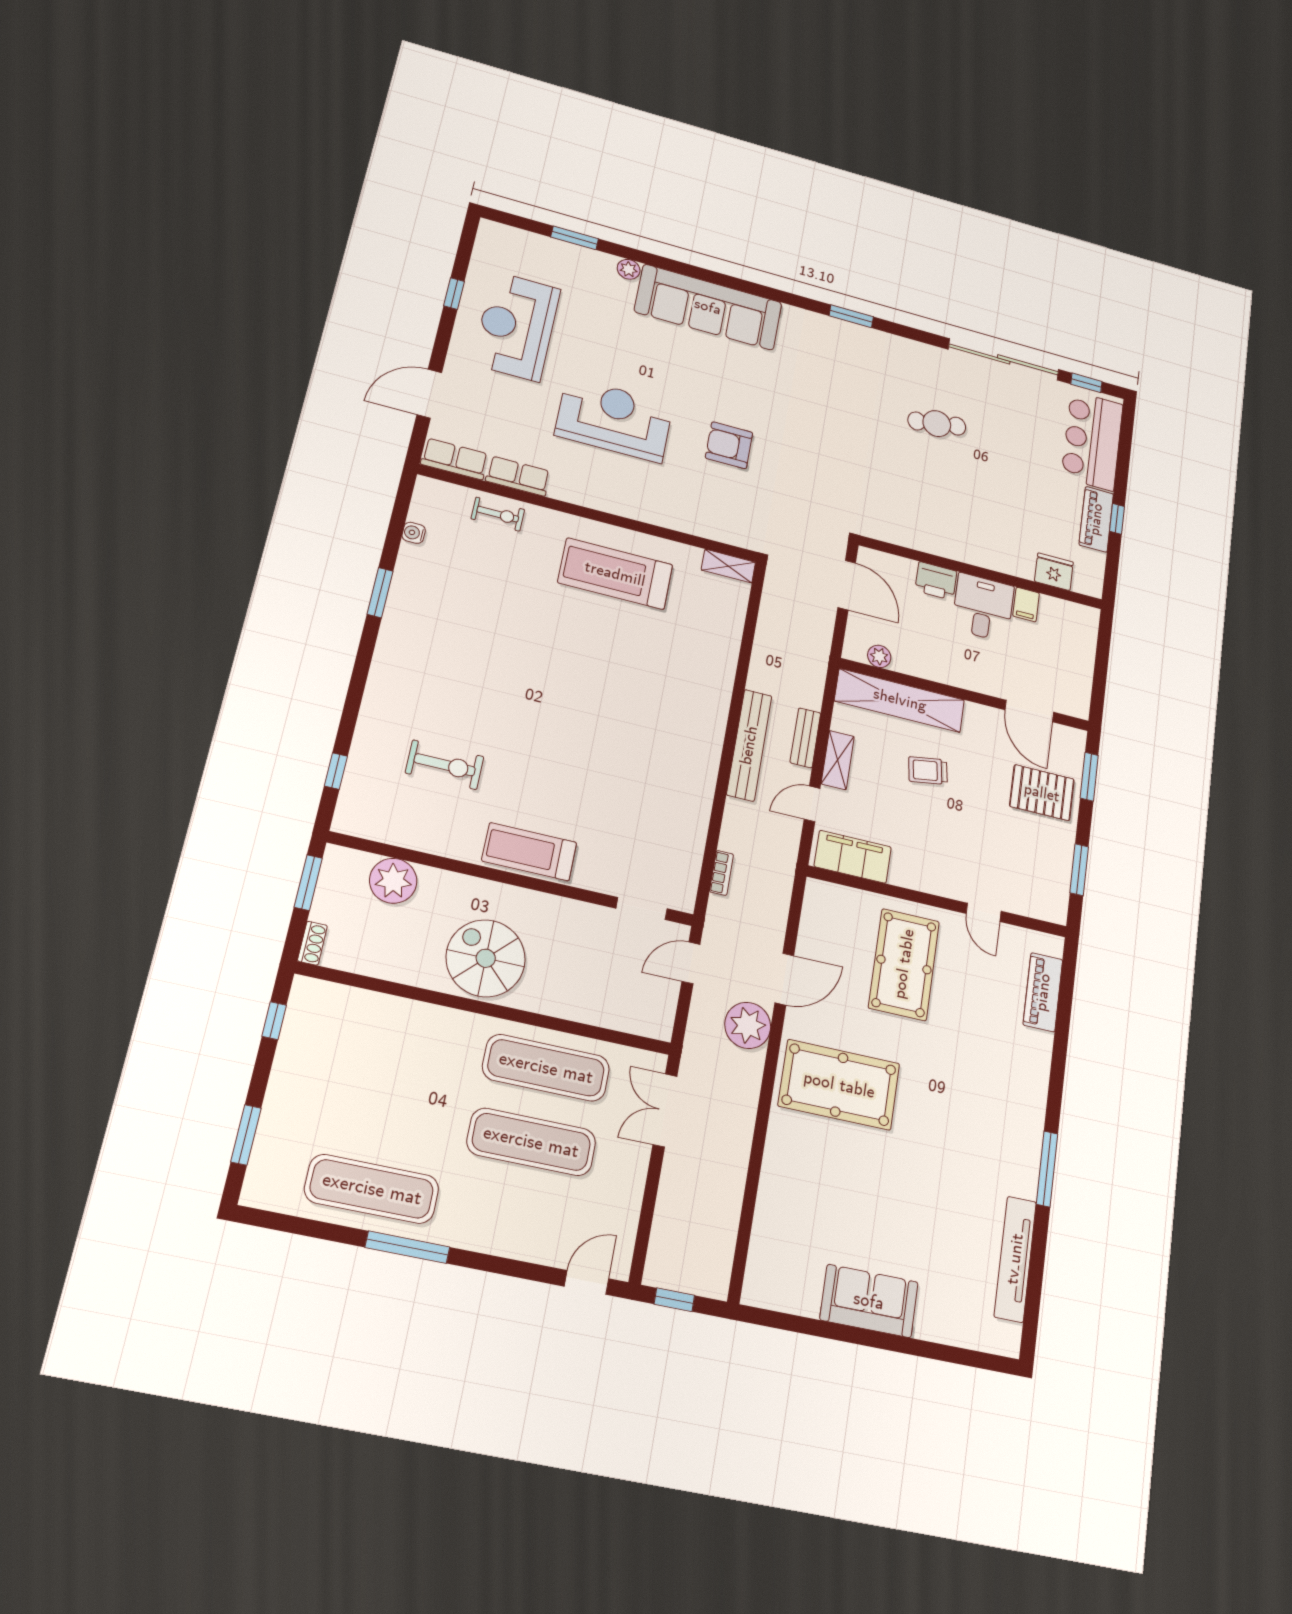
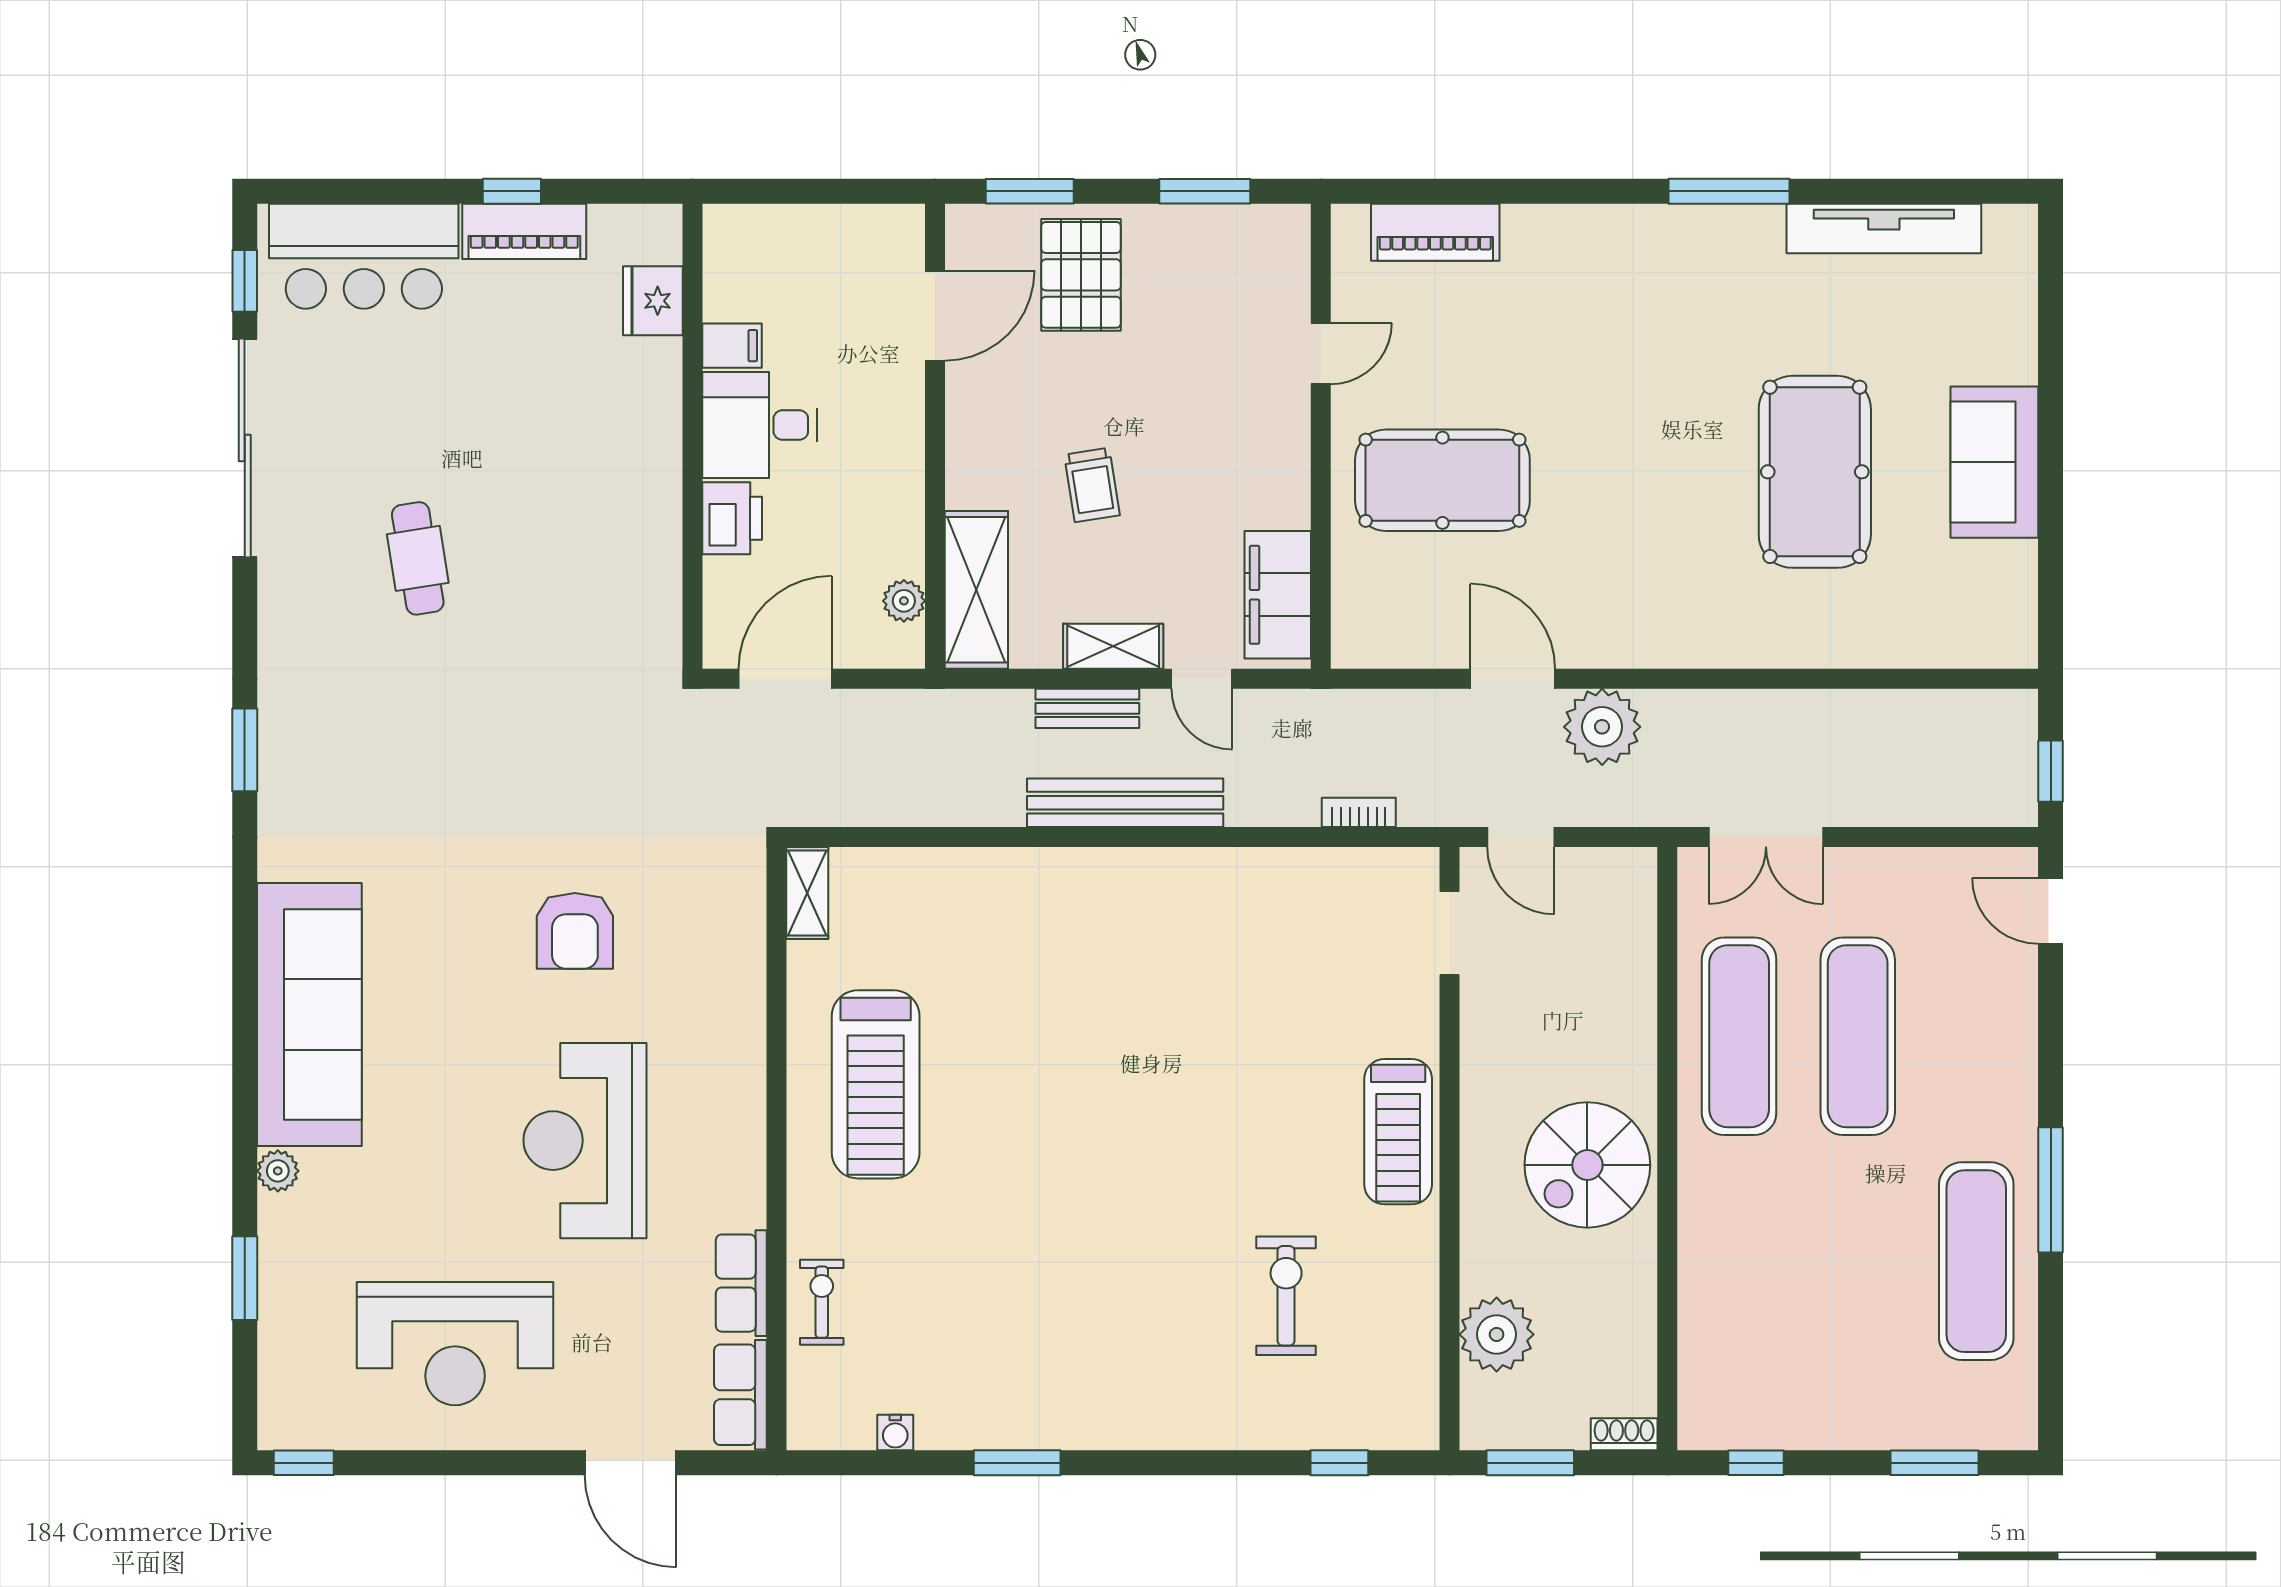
window: (454, 294) -> (304, 1463), moved
shelving: (900, 700) -> (976, 590), width x0.68
pool table: (839, 1085) -> (1815, 472), moved

